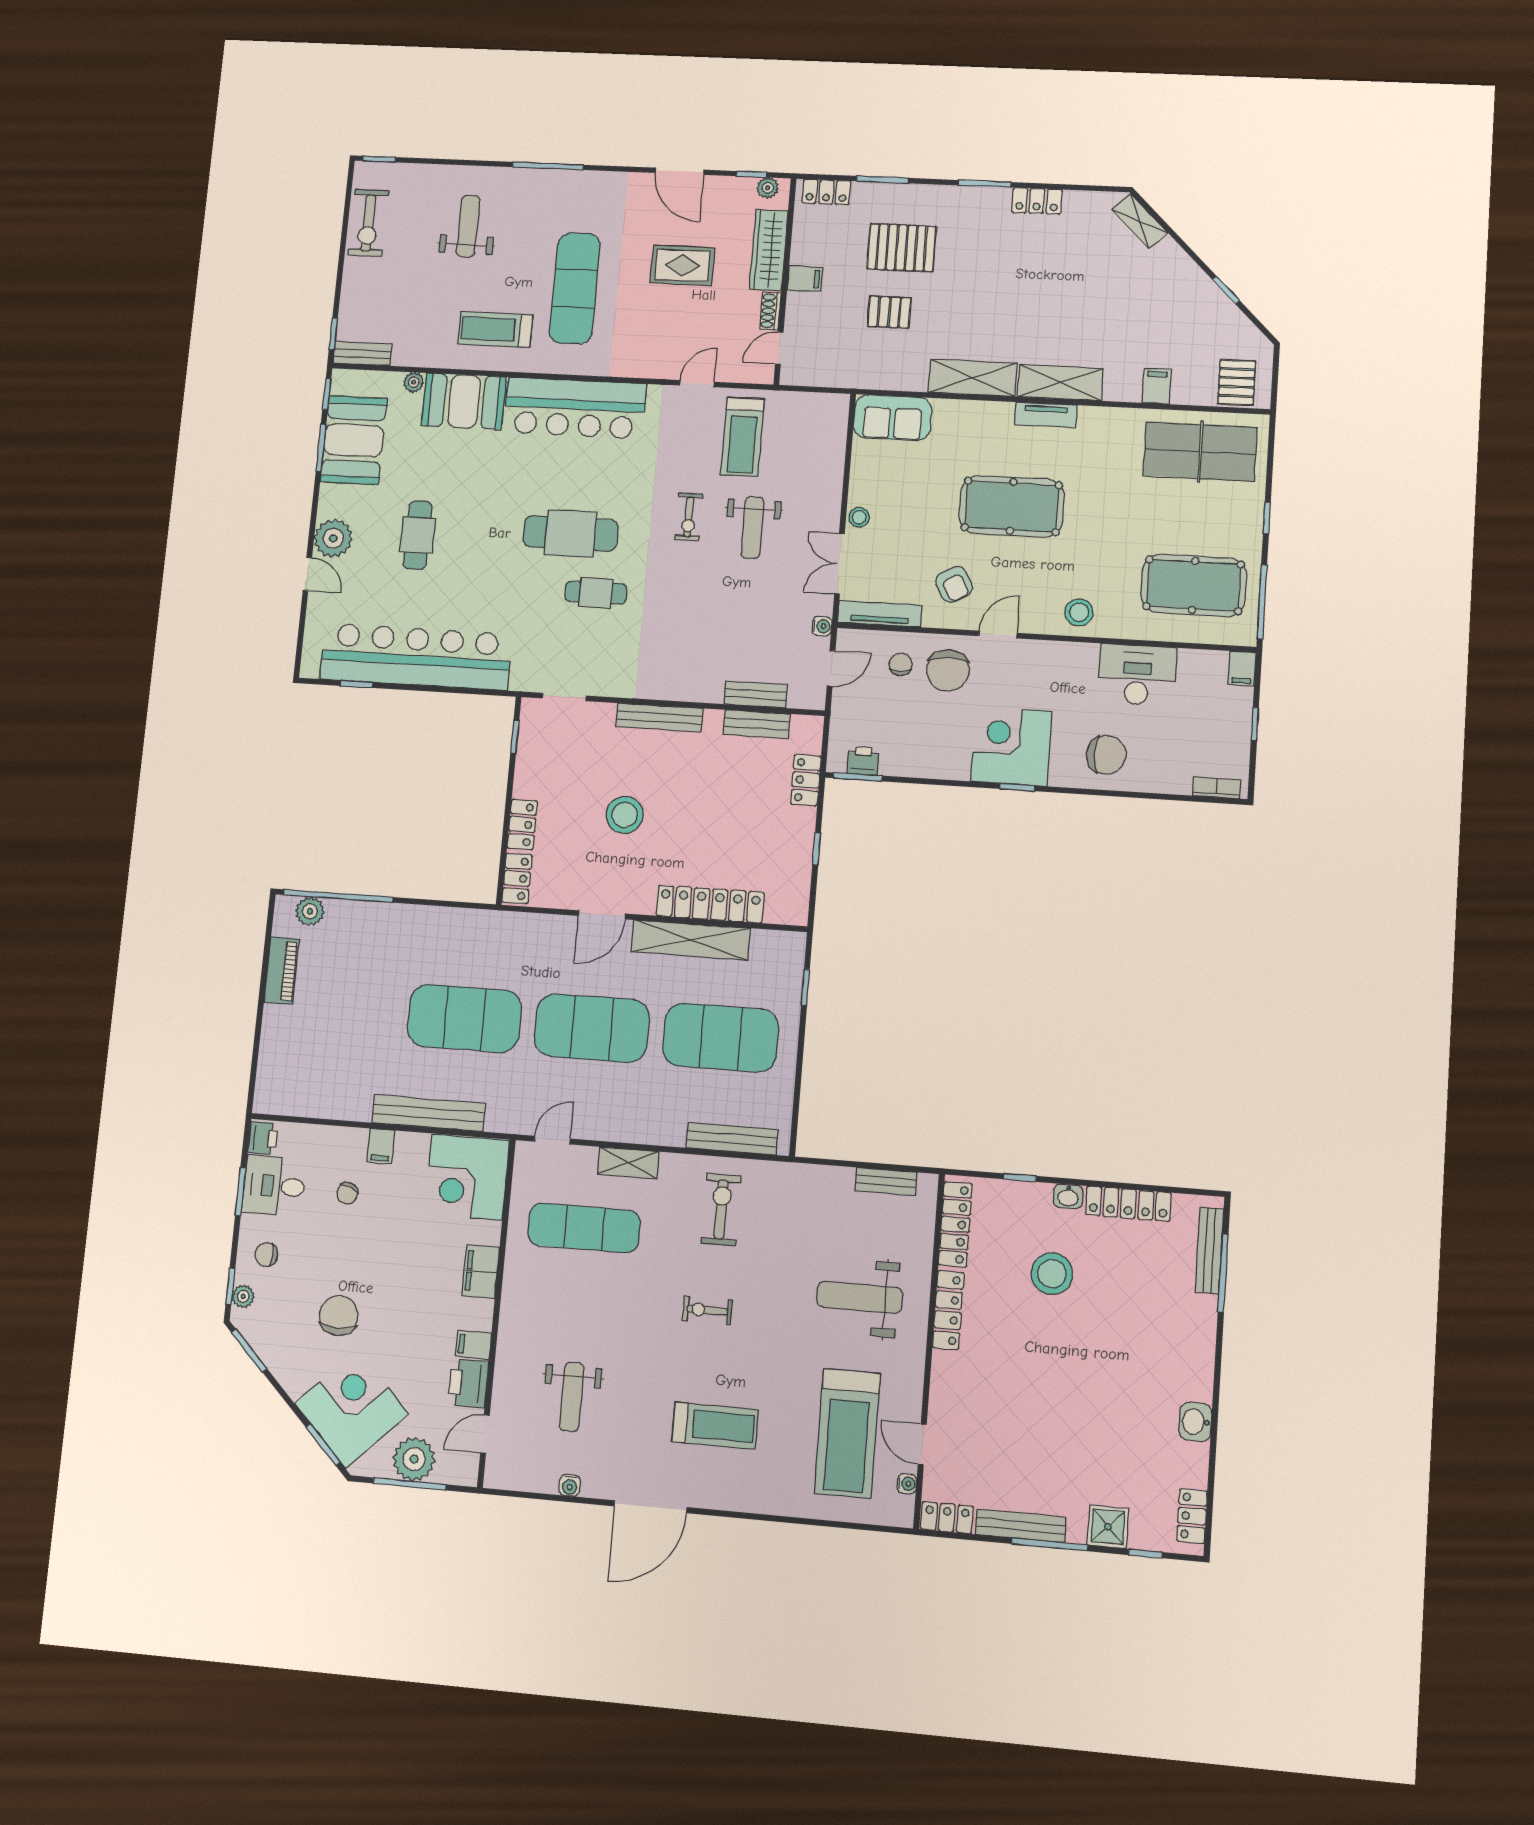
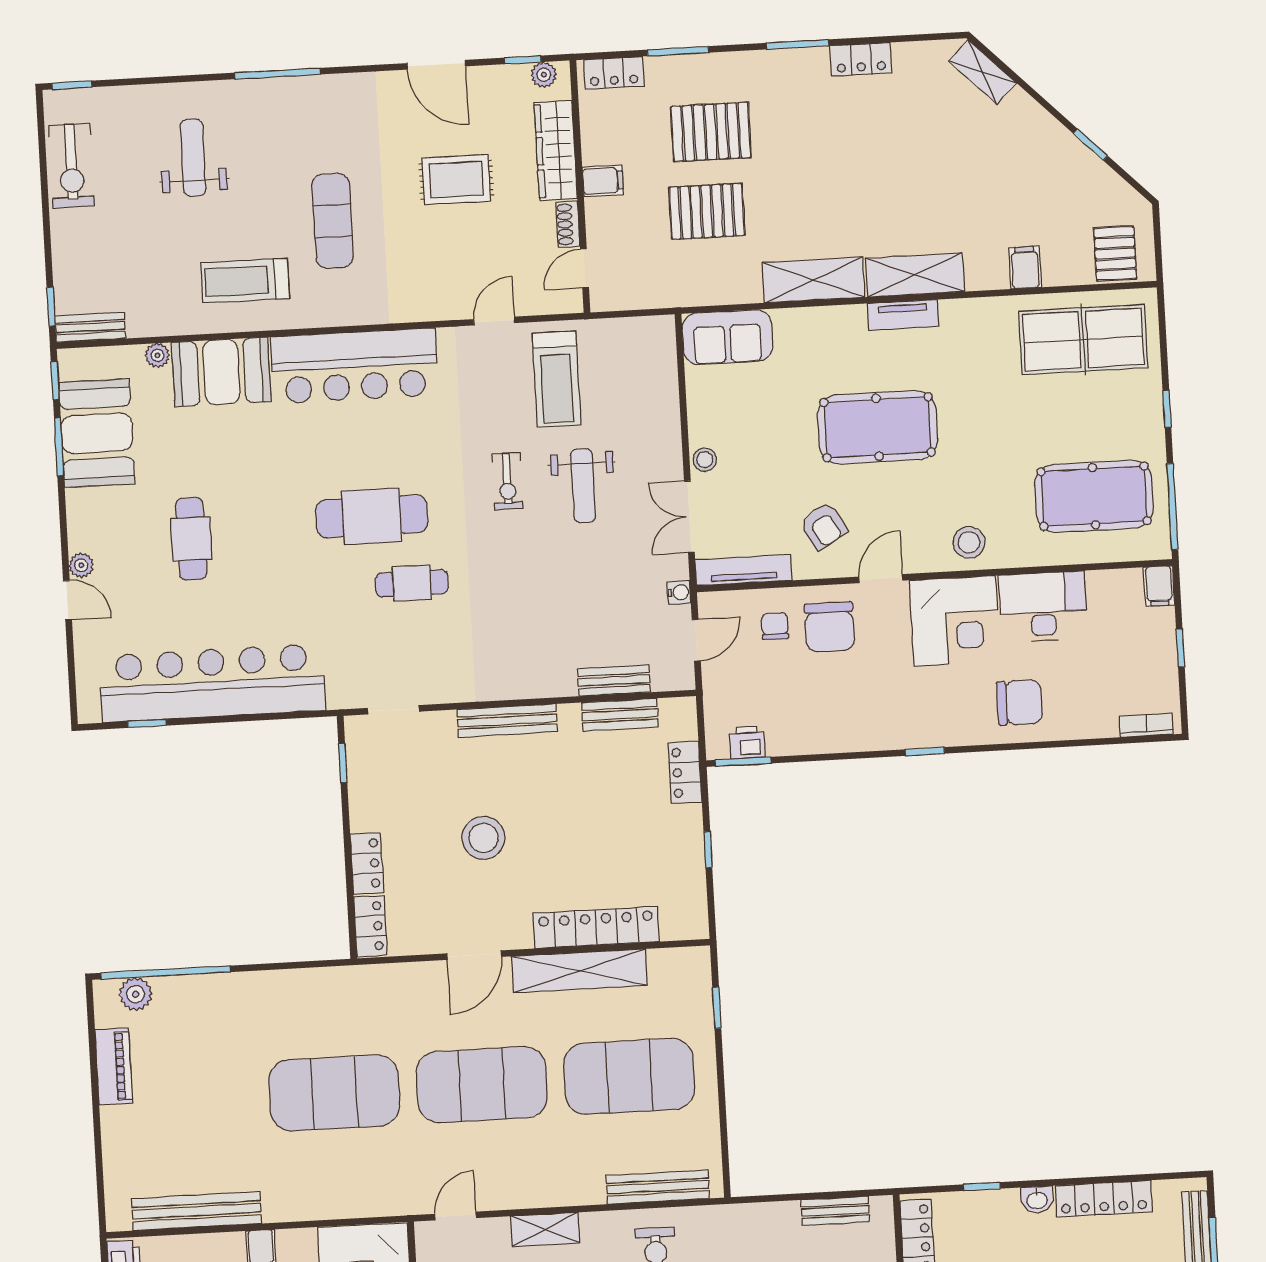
exercise mat: (575, 288) -> (333, 221), width x0.73, depth x0.69
pallet: (889, 312) -> (707, 211), width x1.50, depth x1.42
plant: (333, 538) -> (81, 565), width x0.53, depth x0.53
corner desk: (1011, 746) -> (955, 621), moved, turned 180
bench: (429, 1113) -> (196, 1211), moved

